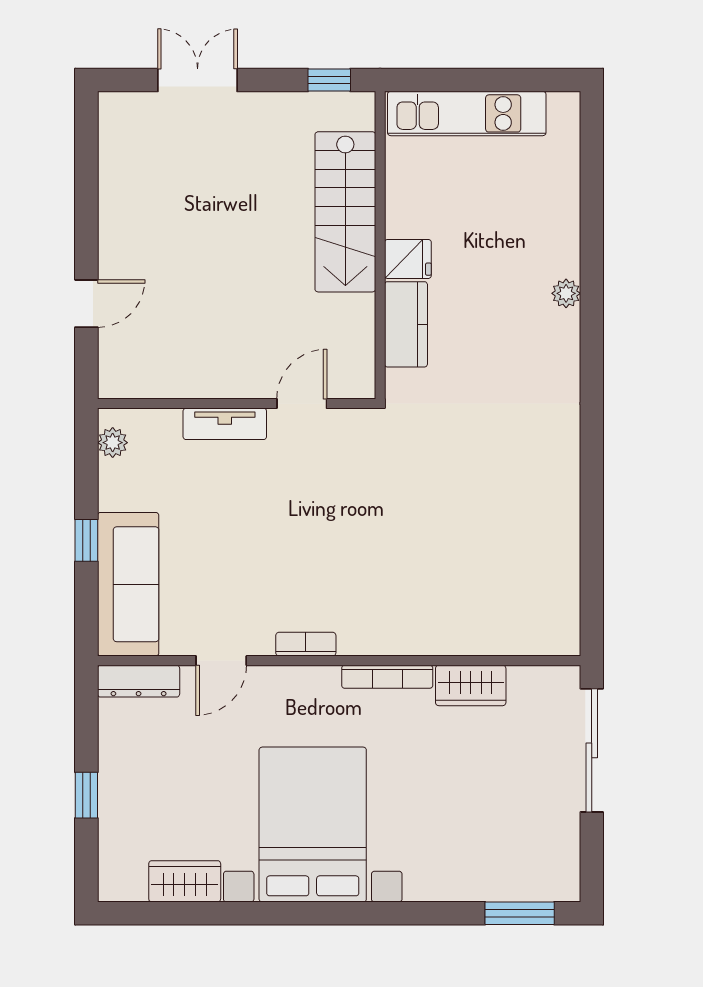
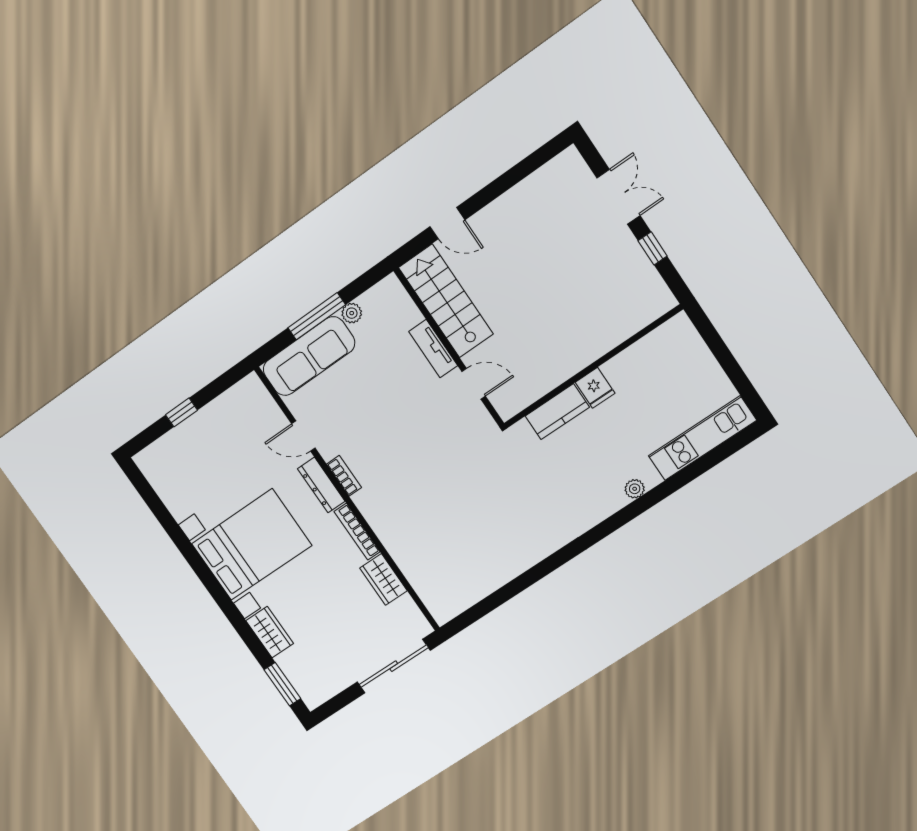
window: (329, 80) -> (653, 248), moved
kitchen unit: (467, 113) -> (702, 438), moved, turned 90
stairs: (345, 212) -> (446, 301), moved, turned 90
plant: (113, 443) -> (352, 313), moved
window: (86, 540) -> (317, 316), width x2.17
dresser: (139, 681) -> (321, 485), moved
wardrobe: (185, 881) -> (270, 632), moved

